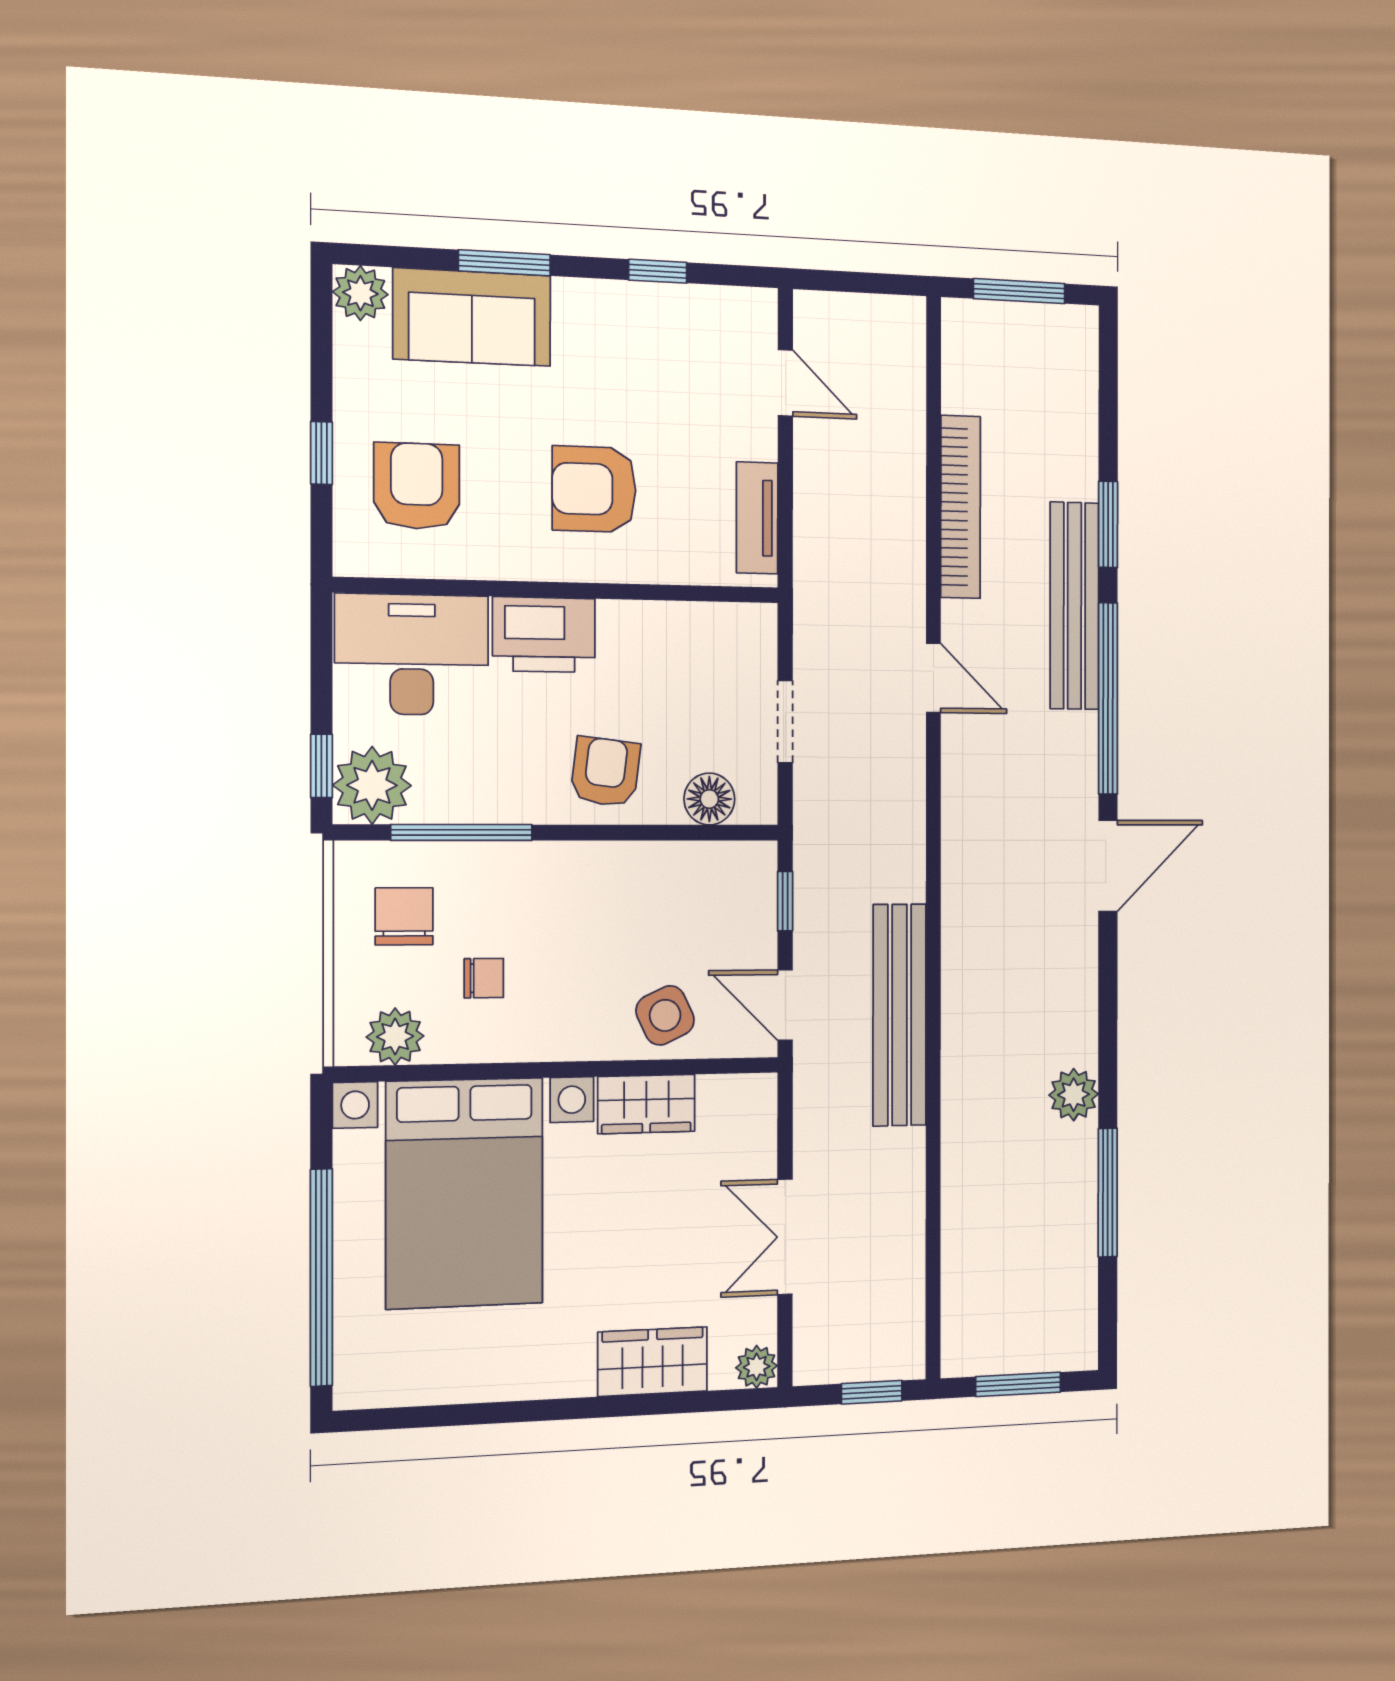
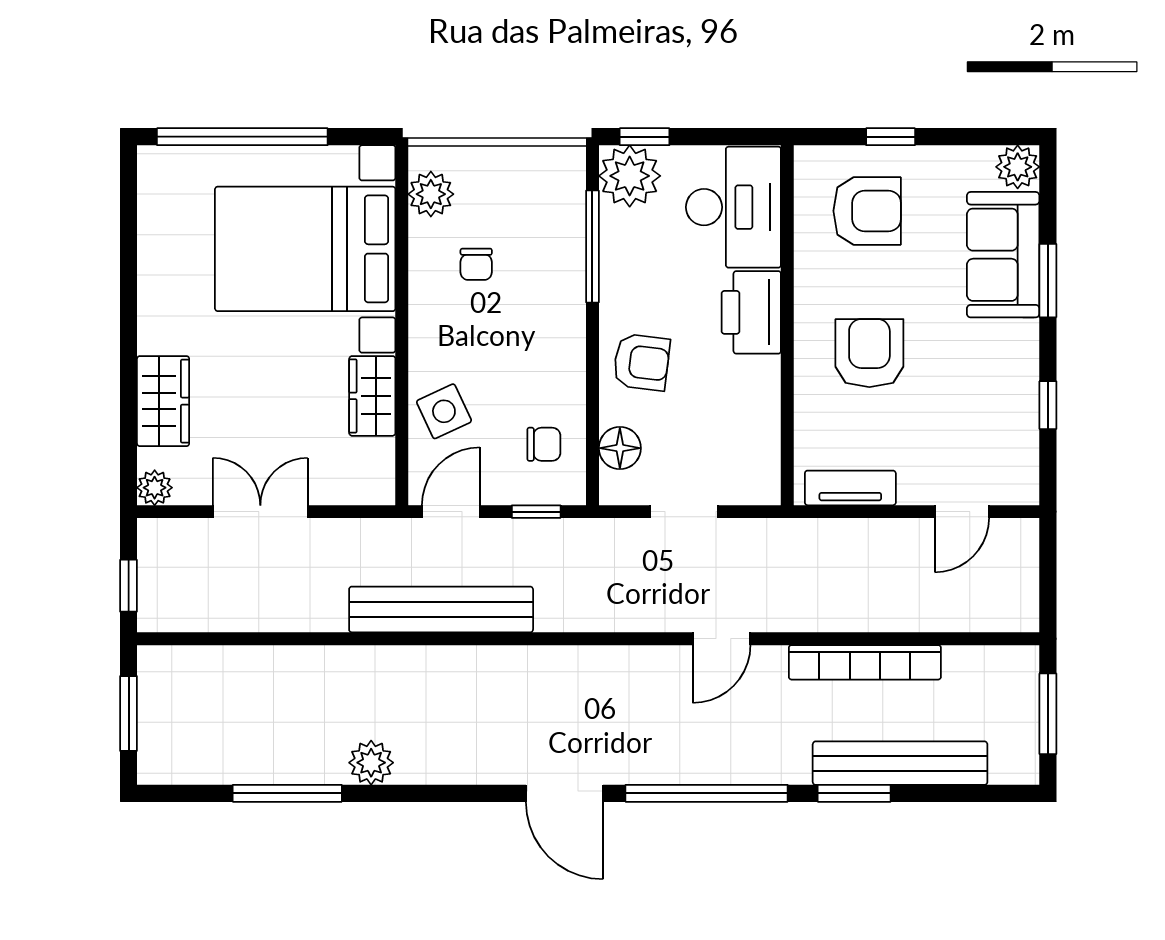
bench: (1074, 606) -> (900, 763), moved
chair: (404, 916) -> (544, 444), moved, width x0.73, depth x0.73

